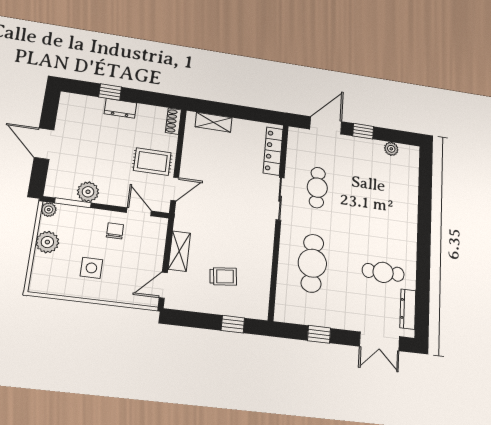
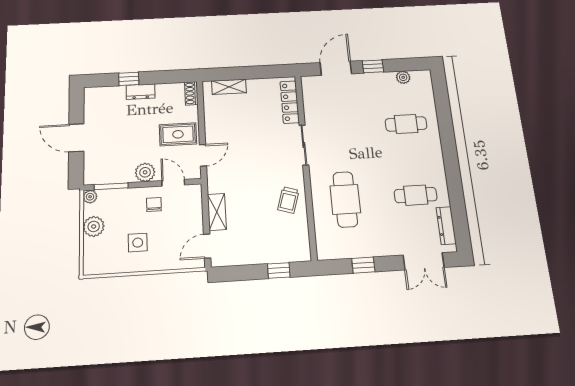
cafe table: (317, 188) -> (406, 124), moved, turned 90
plant: (88, 192) -> (145, 172), moved
trolley: (223, 276) -> (288, 200), moved, turned 113

